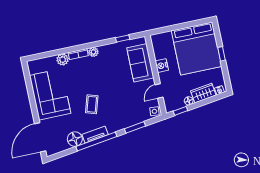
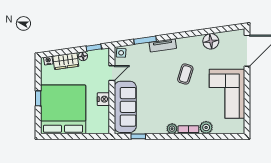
sofa: (140, 63) -> (125, 107), width x1.36
tv unit: (95, 134) -> (163, 45), moved
window: (96, 141) -> (189, 34), removed

